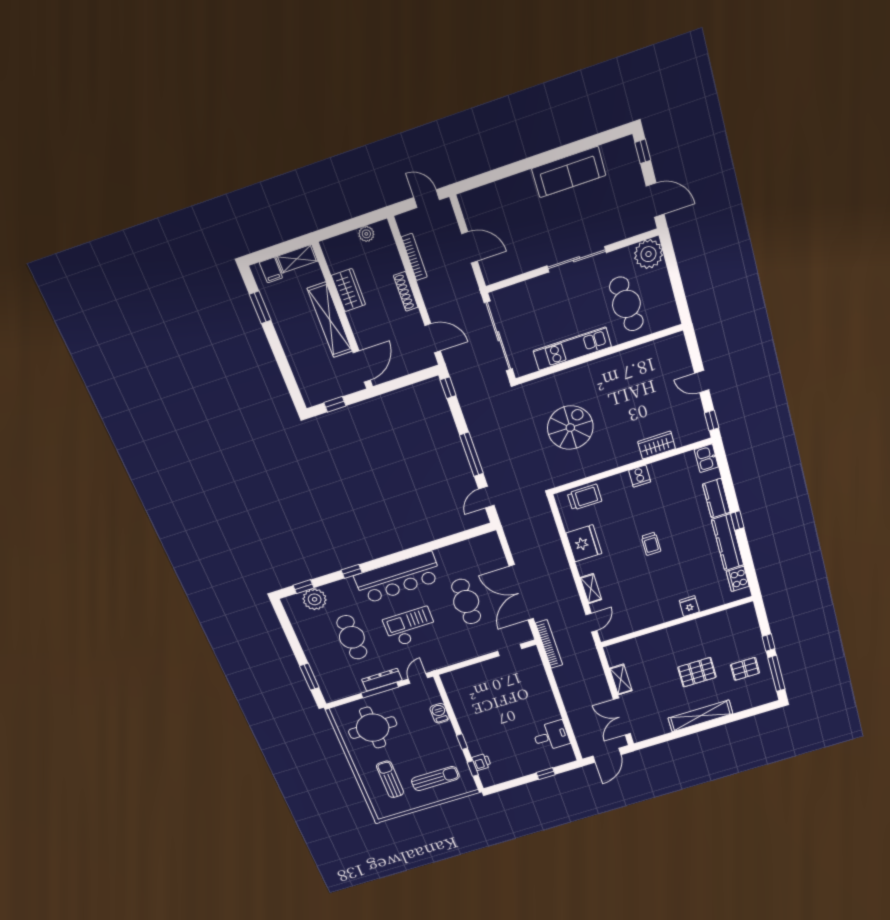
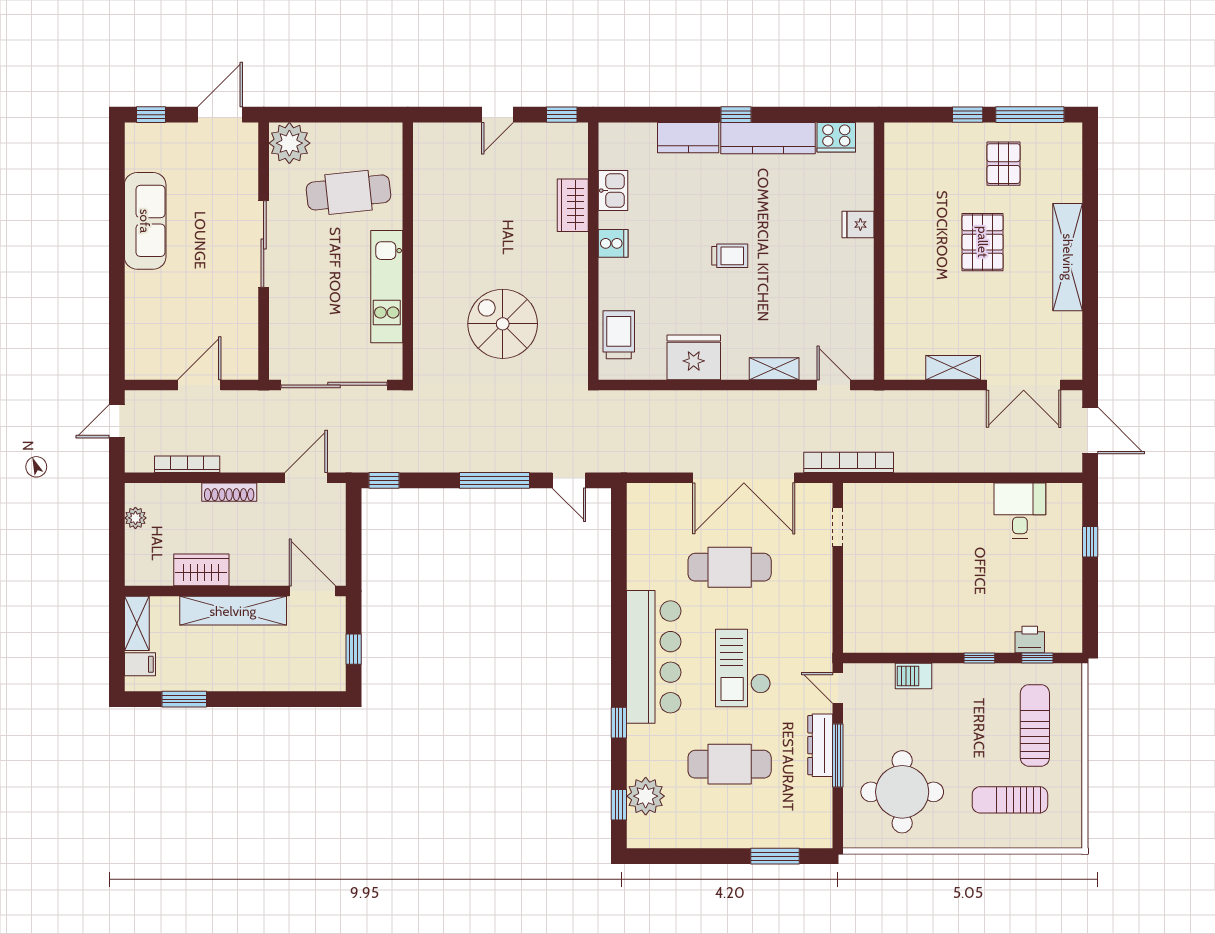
kitchen sink: (706, 458) -> (613, 191), moved, turned -90

